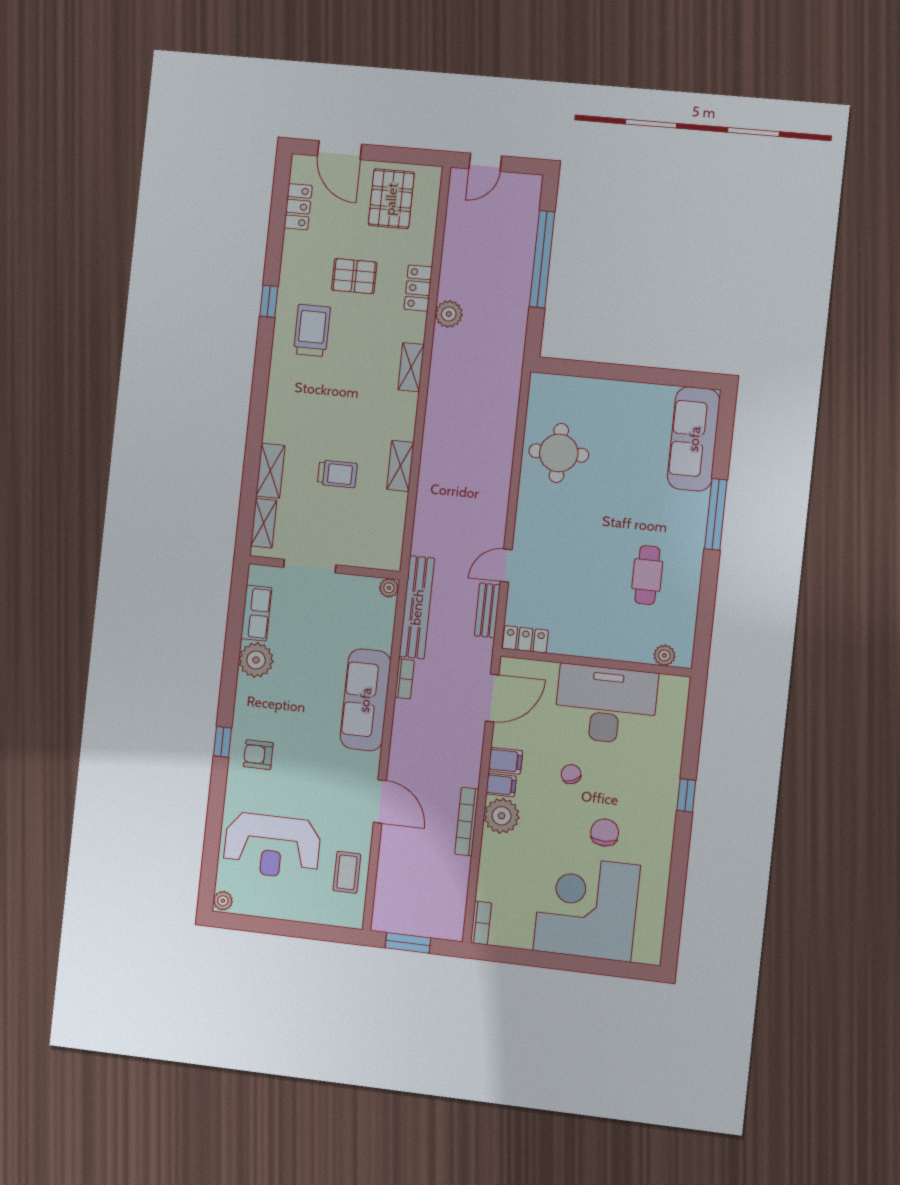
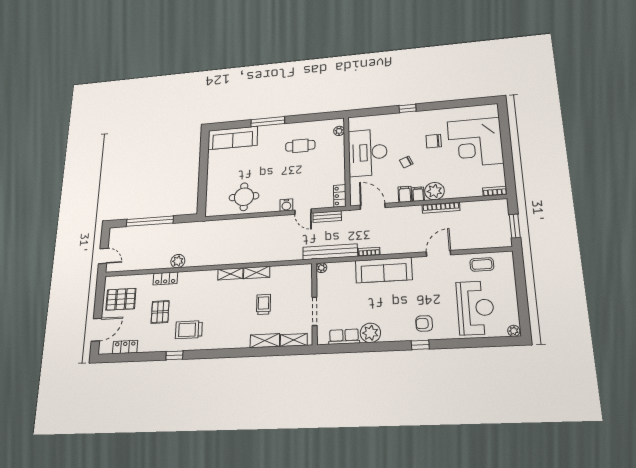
shelving: (411, 367) -> (230, 274), moved
water cooler: (525, 535) -> (286, 205), added
armchair: (258, 755) -> (424, 323), turned 90

